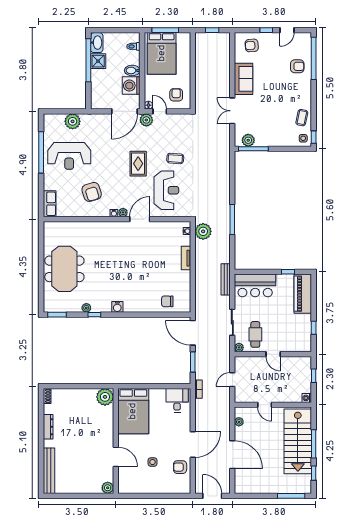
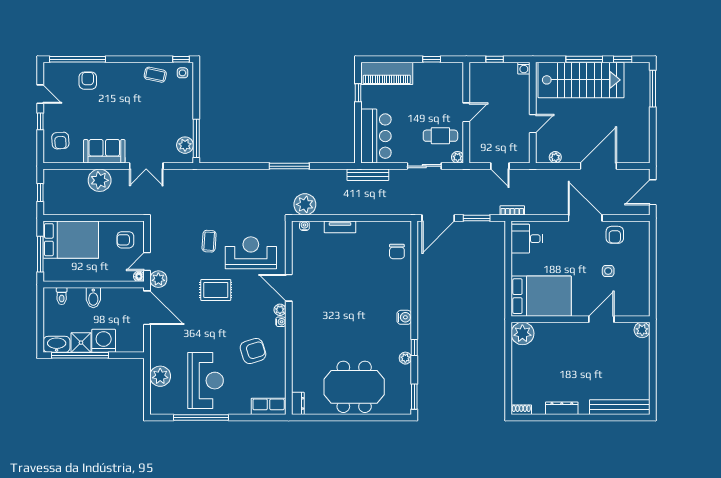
bed: (162, 53) -> (71, 240), moved
plant: (221, 75) -> (100, 180), added
washing machine: (131, 86) -> (104, 341), moved, turned 180
dresser: (52, 226) -> (298, 403), added

